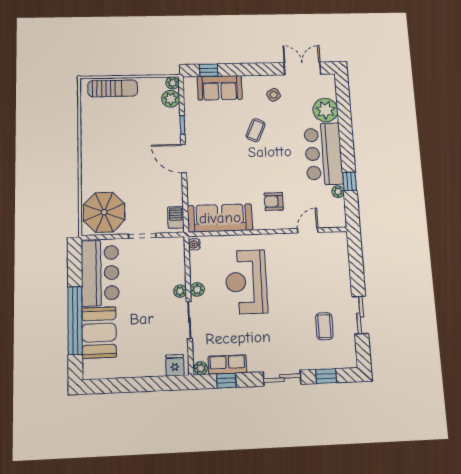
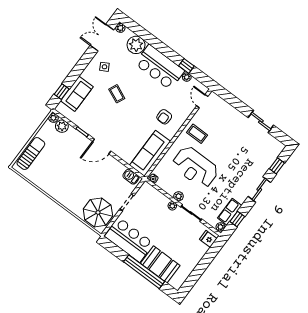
plant: (329, 80) -> (120, 28), added
door: (308, 230) -> (202, 101), moved
coffee table: (324, 326) -> (197, 134), moved

